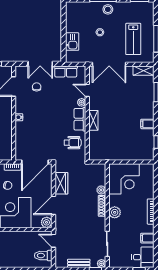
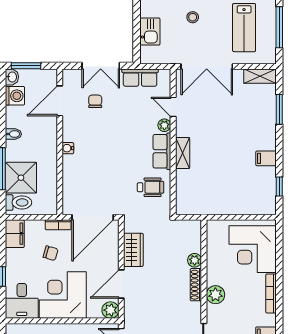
corner desk: (124, 179) -> (253, 249), moved, turned 90

